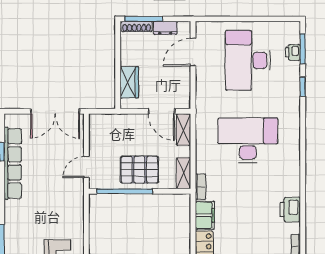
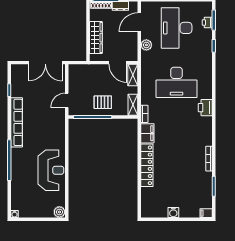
wardrobe: (129, 82) -> (96, 38), width x1.50
plant: (203, 85) -> (146, 45), added
desk: (248, 140) -> (177, 82), turned 180
row of seats: (13, 163) -> (17, 122), moved
pallet: (139, 170) -> (103, 102), width x0.67, depth x0.71
printer: (290, 209) -> (205, 108), moved

